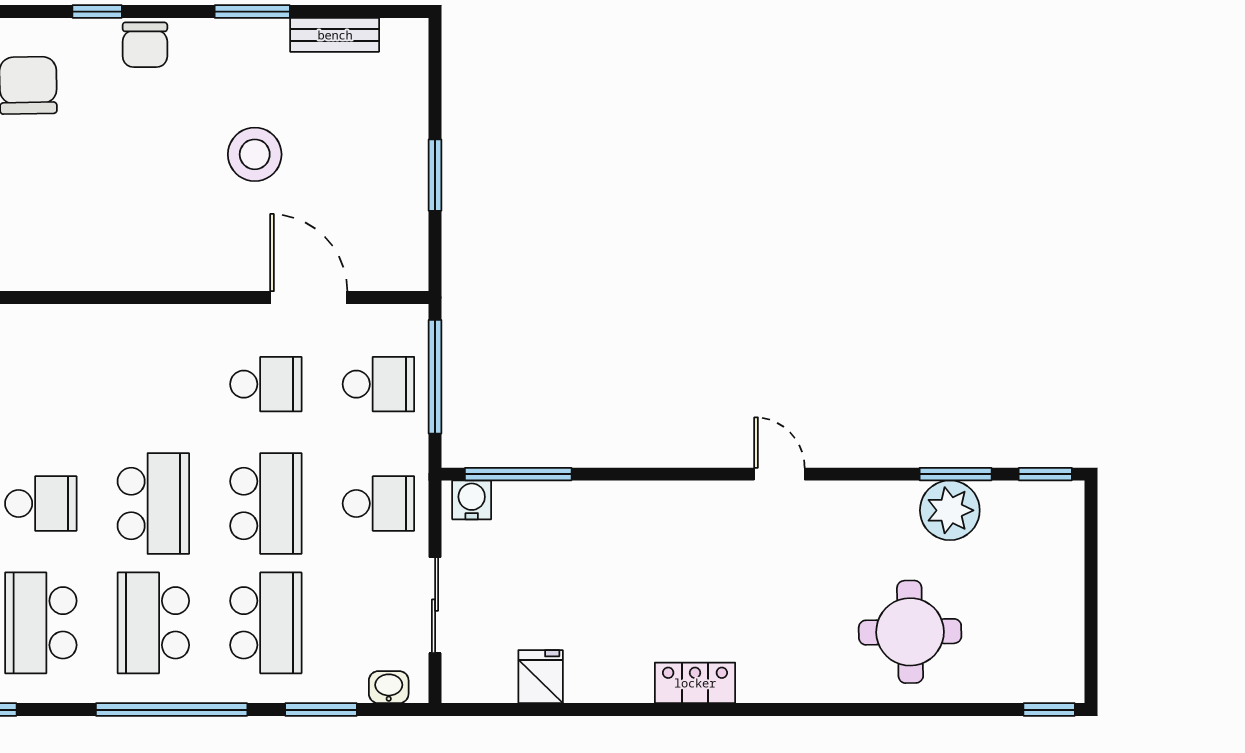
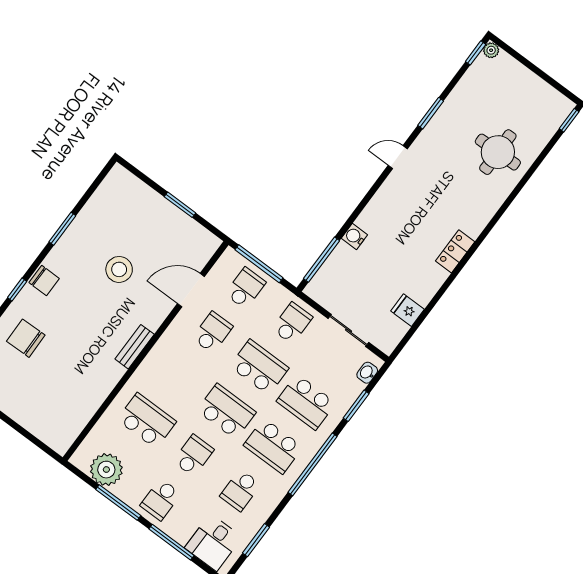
bench: (335, 35) -> (135, 347), moved
school desk: (41, 384) -> (147, 421), added
window: (956, 474) -> (431, 113), moved
water cooler: (472, 500) -> (354, 236), moved
plant: (950, 510) -> (491, 50), moved, width x0.53, depth x0.53
school desk: (41, 623) -> (240, 490), width x0.54
school desk: (266, 623) -> (306, 402), turned 180

